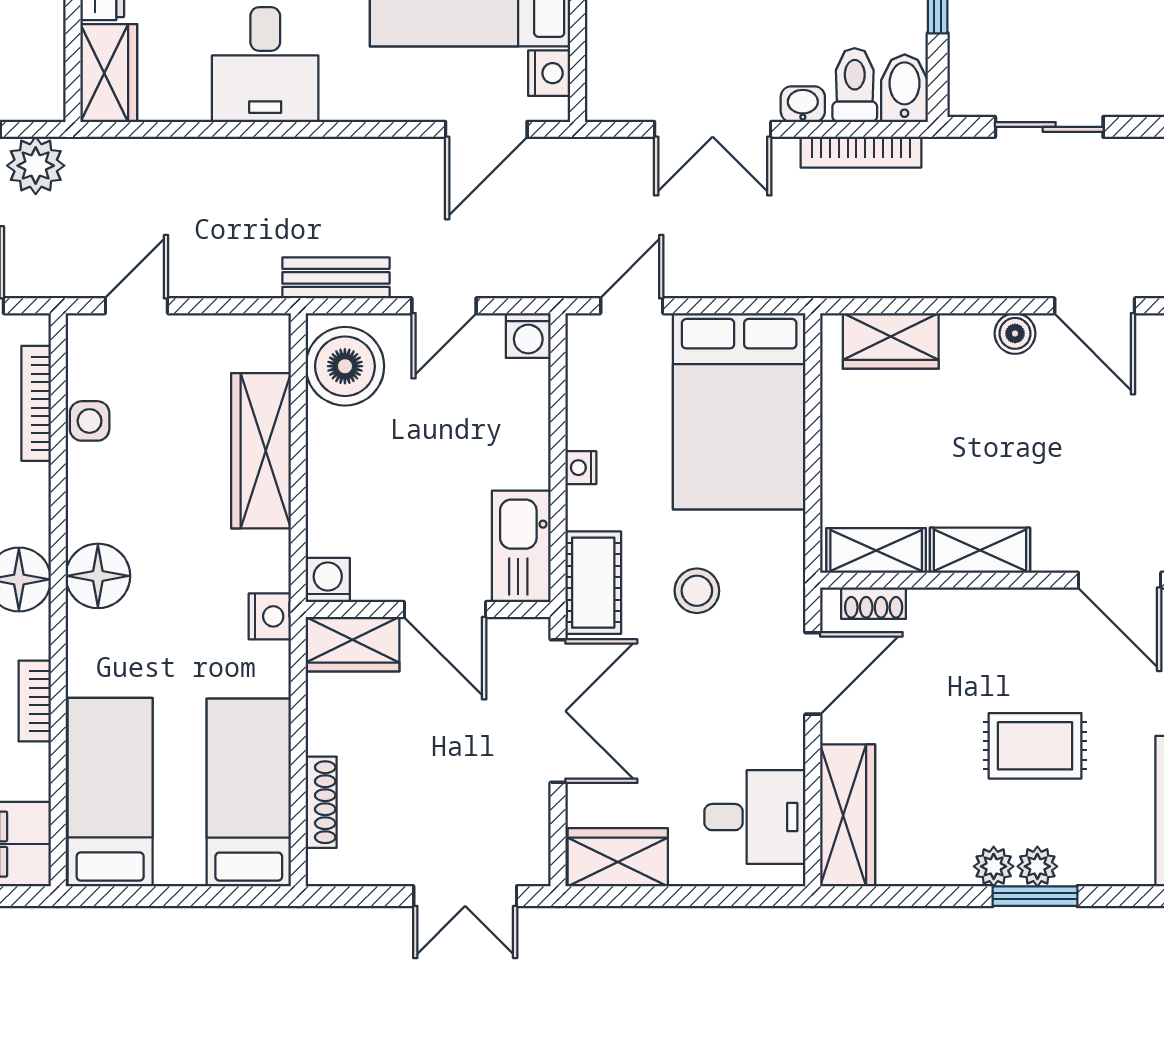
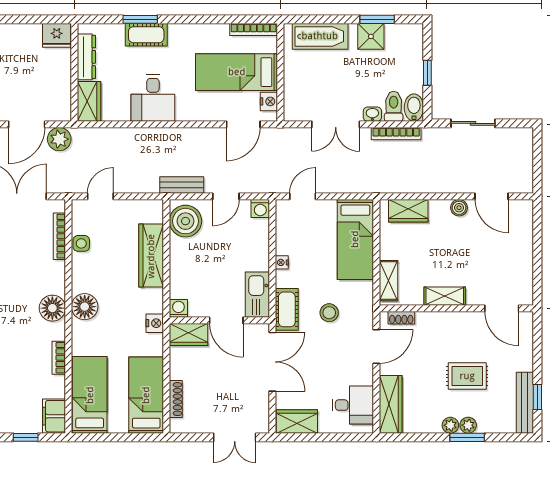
bed: (739, 411) -> (355, 239), width x0.67
shelving: (876, 550) -> (389, 281), moved, turned 90

